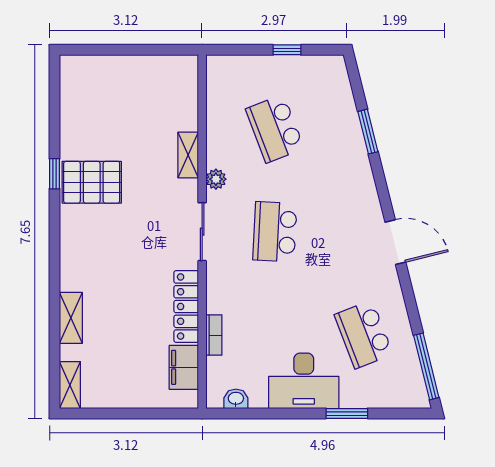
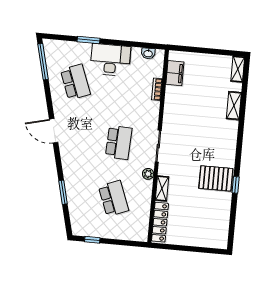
window: (287, 50) -> (92, 240), moved
locker: (186, 307) -> (160, 222), moved

